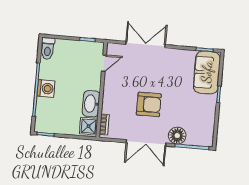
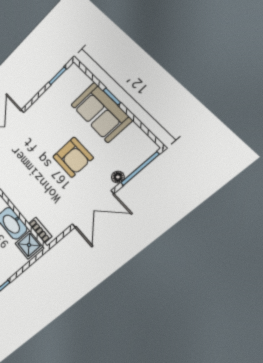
sofa: (207, 72) -> (101, 112), moved
armchair: (149, 104) -> (73, 157), moved, turned 90
floor lamp: (177, 136) -> (118, 177), width x0.53, depth x0.53

